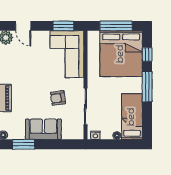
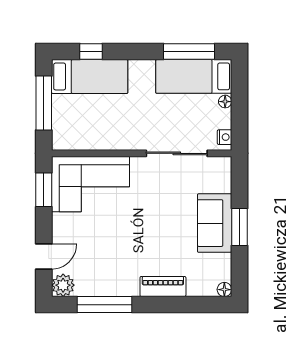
bed: (121, 54) -> (90, 76), width x0.49
window: (147, 87) -> (189, 51), moved
armchair: (58, 98) -> (163, 199), removed
window: (24, 144) -> (239, 227), moved

